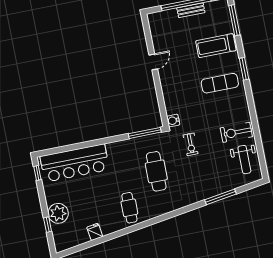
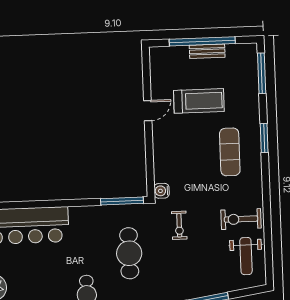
treadmill: (216, 46) -> (199, 101), moved, turned 180
exercise mat: (220, 83) -> (230, 152), turned 90

